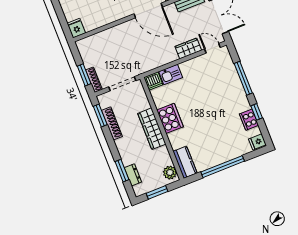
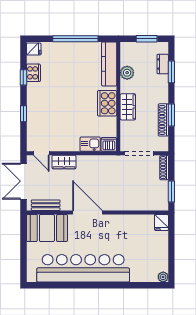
window: (84, 75) -> (171, 191), moved
window: (243, 78) -> (23, 114), width x0.46
window: (100, 116) -> (171, 115), moved
wardrobe: (152, 129) -> (128, 107), width x0.67
kitchen counter: (185, 162) -> (109, 64), width x1.50
plant: (170, 173) -> (127, 73), moved

